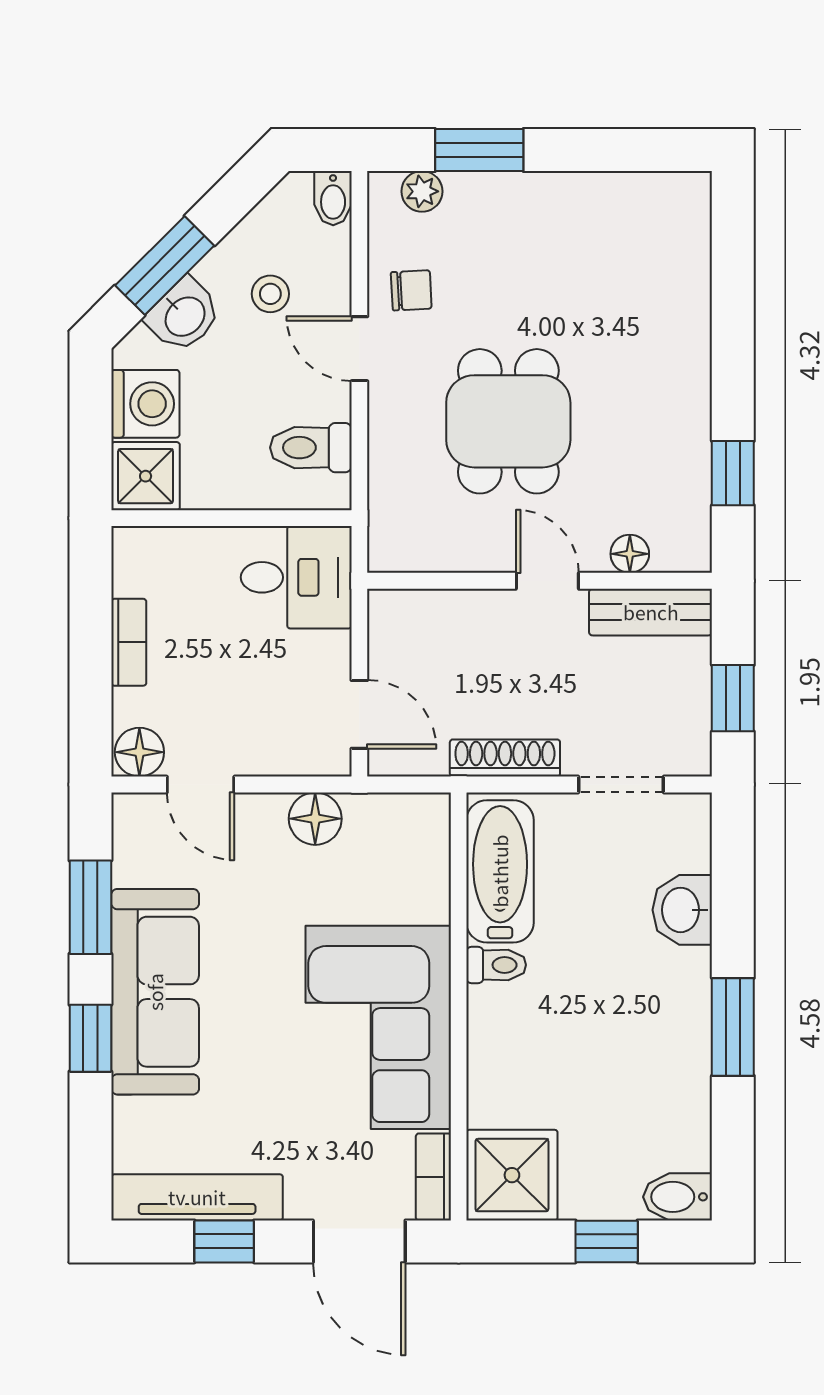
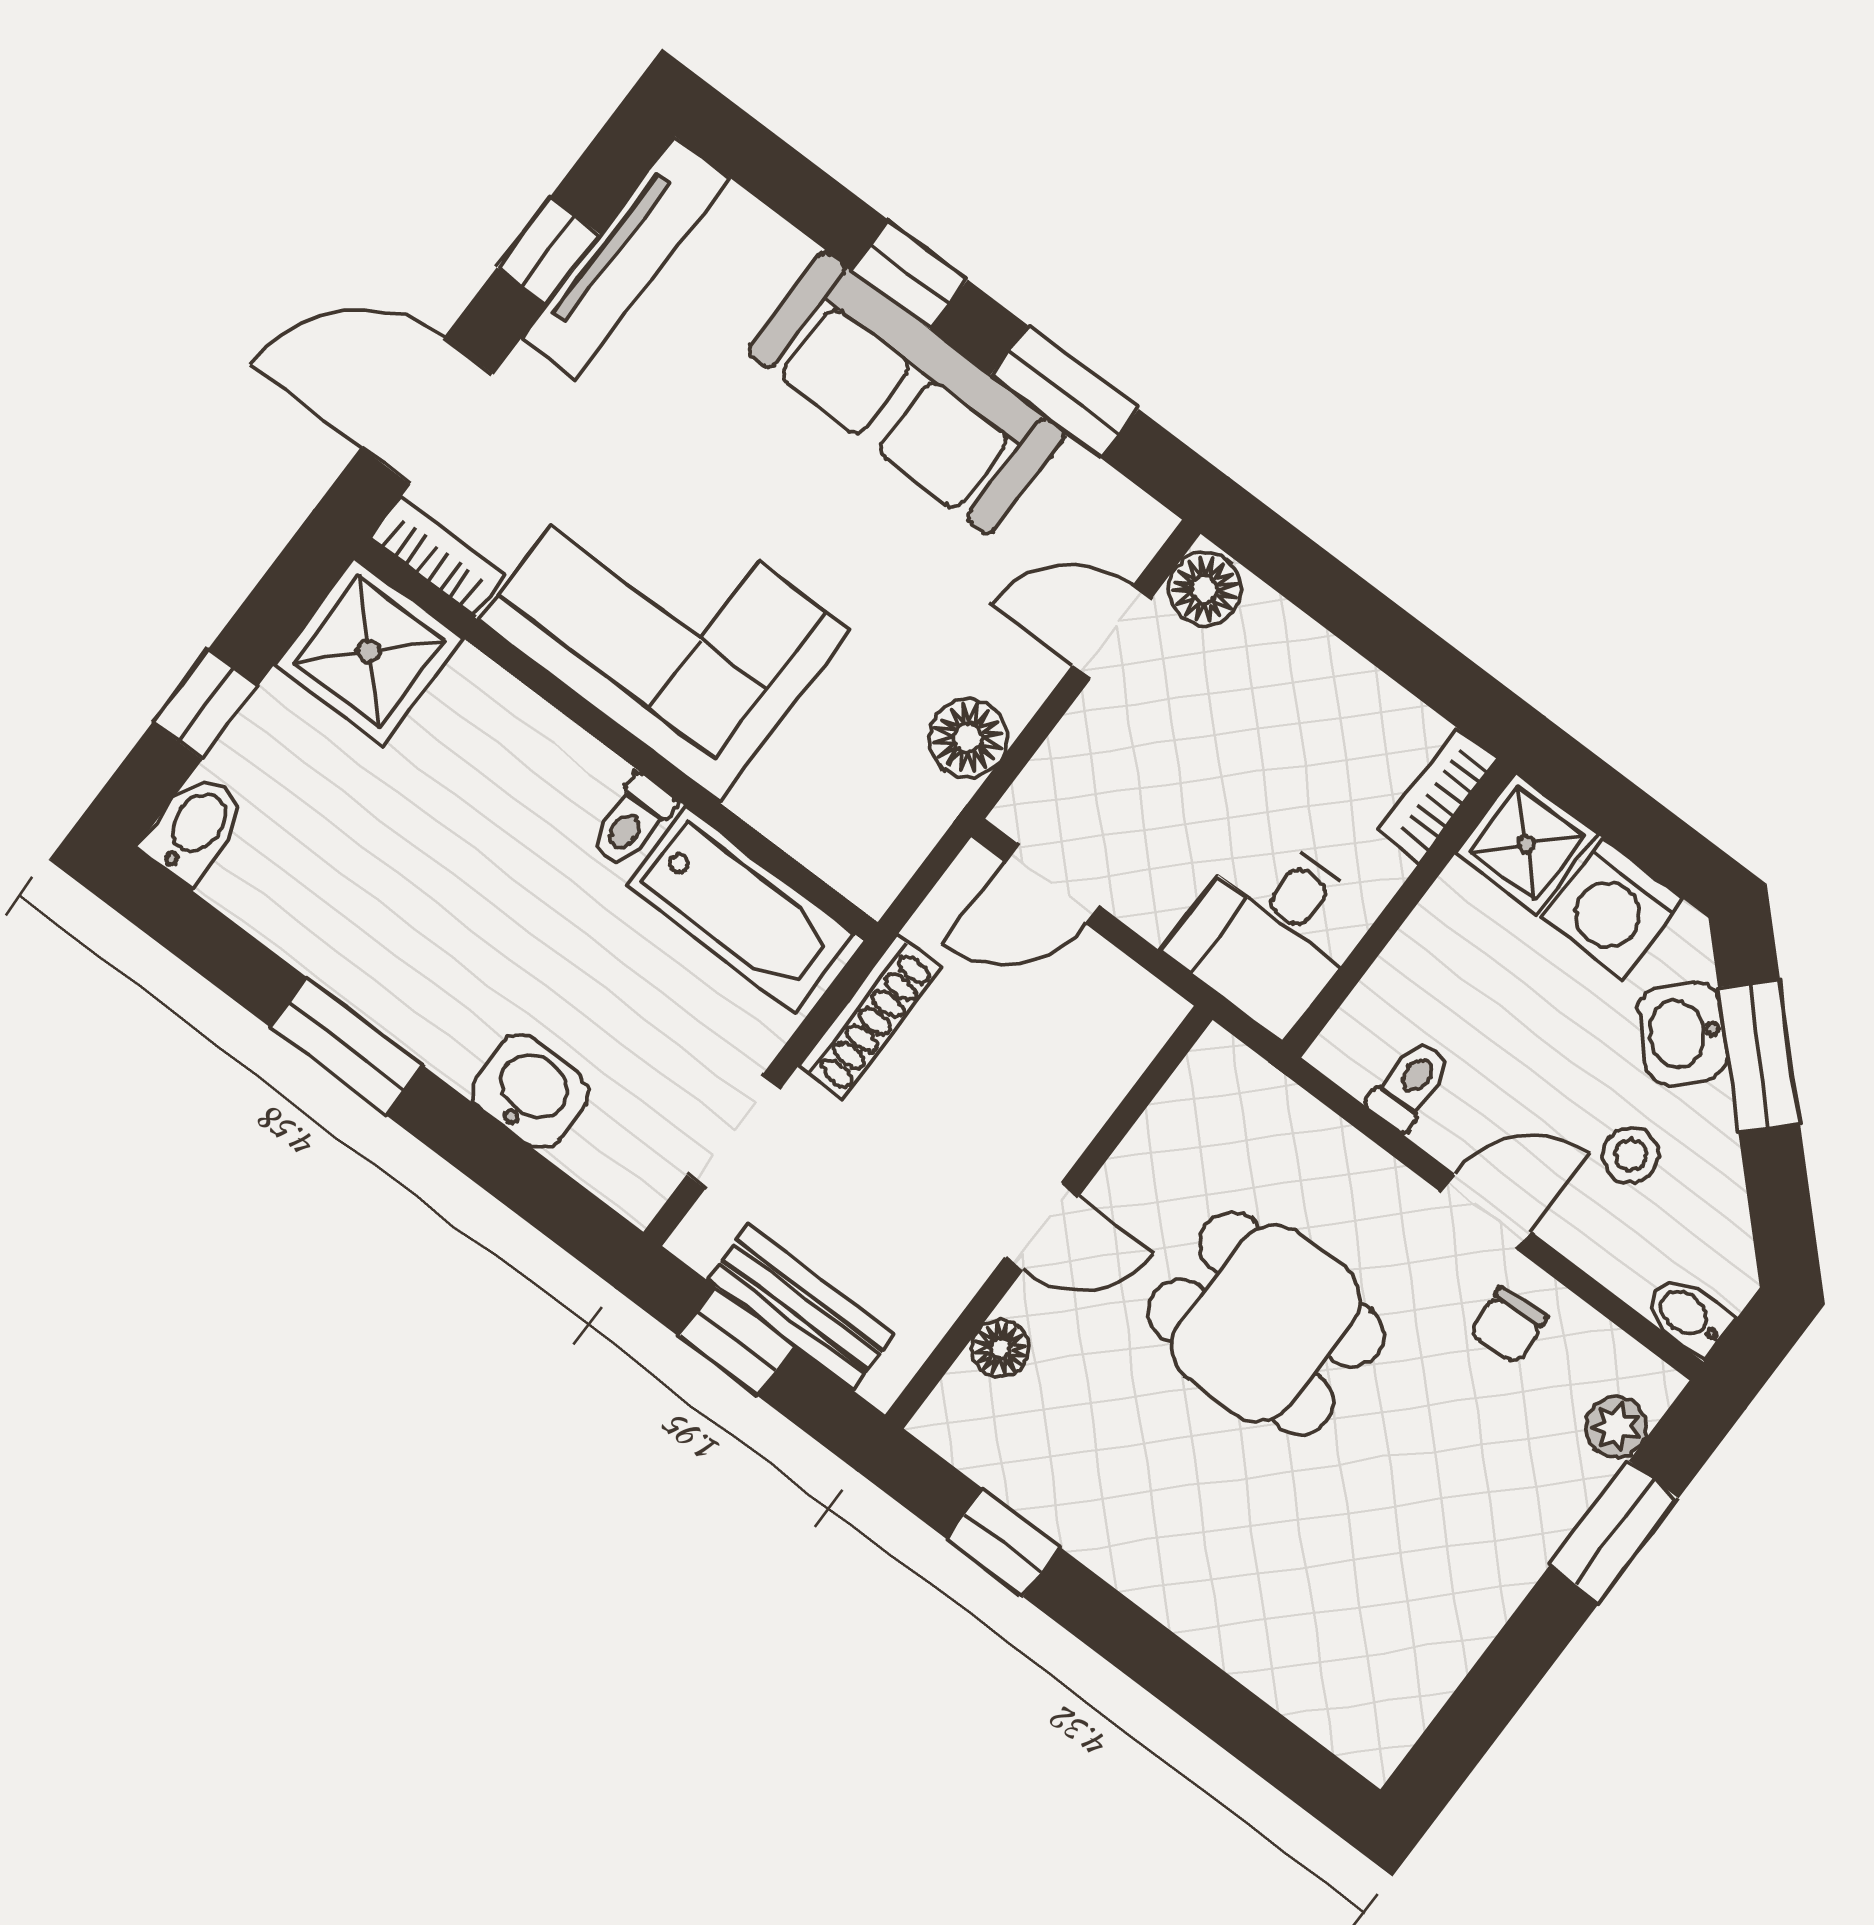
toilet: (311, 448) -> (1410, 1085), width x0.73, depth x0.72
bench: (651, 612) -> (800, 1307), moved, turned 90
bookcase: (129, 642) -> (1438, 795), moved, turned 90

